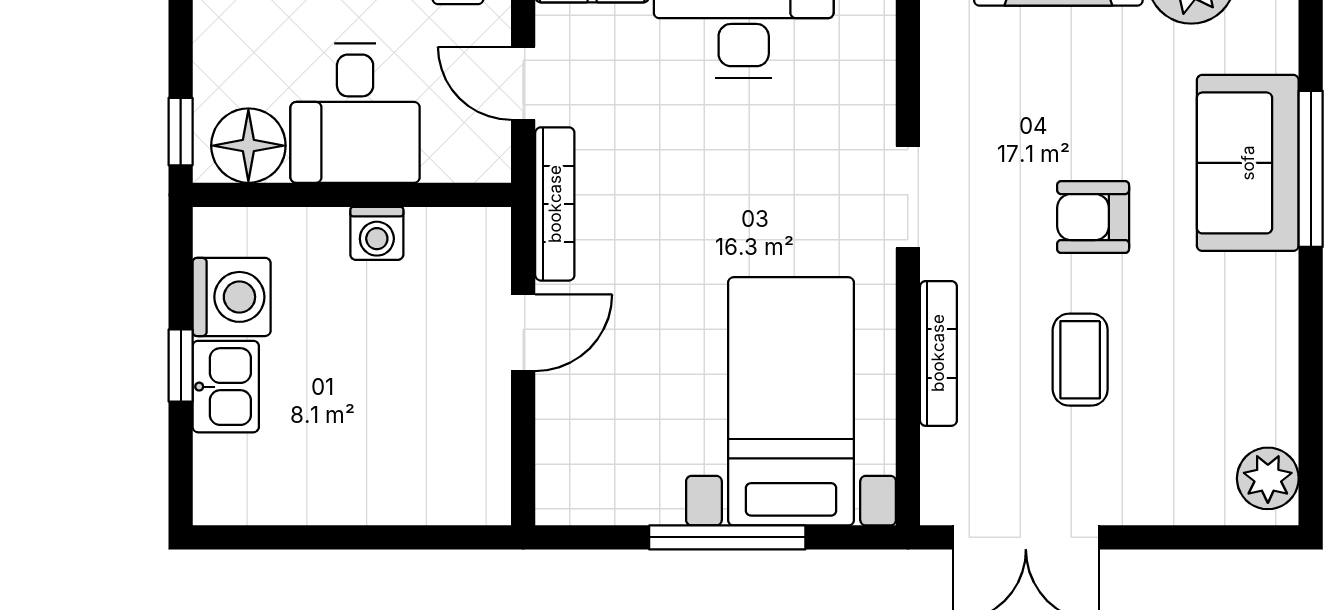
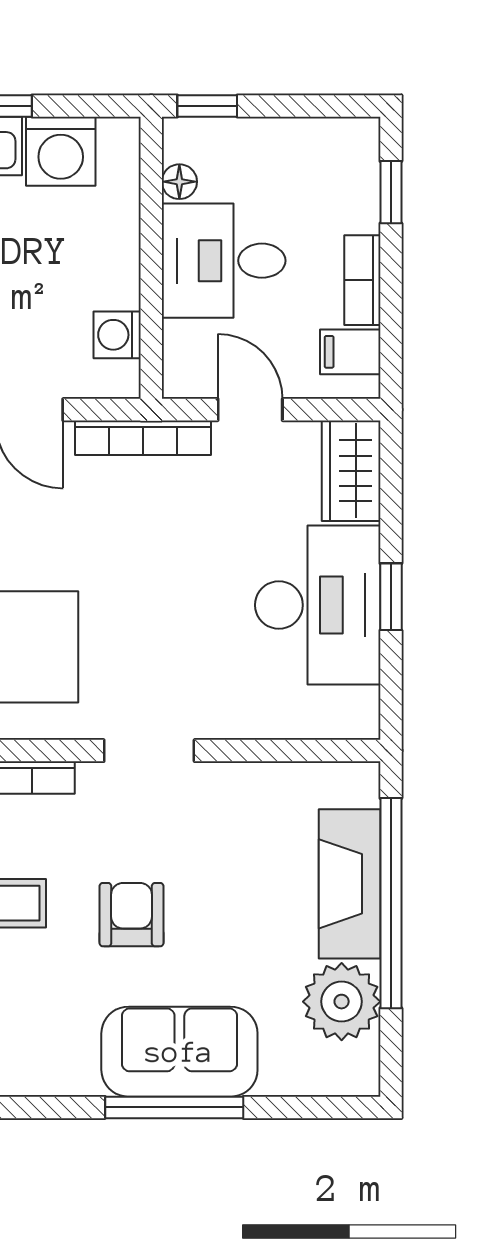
door: (523, 83) -> (250, 410), hinge flipped
floor lamp: (248, 146) -> (179, 182), width x0.53, depth x0.53
washing machine: (377, 233) -> (117, 335), moved

